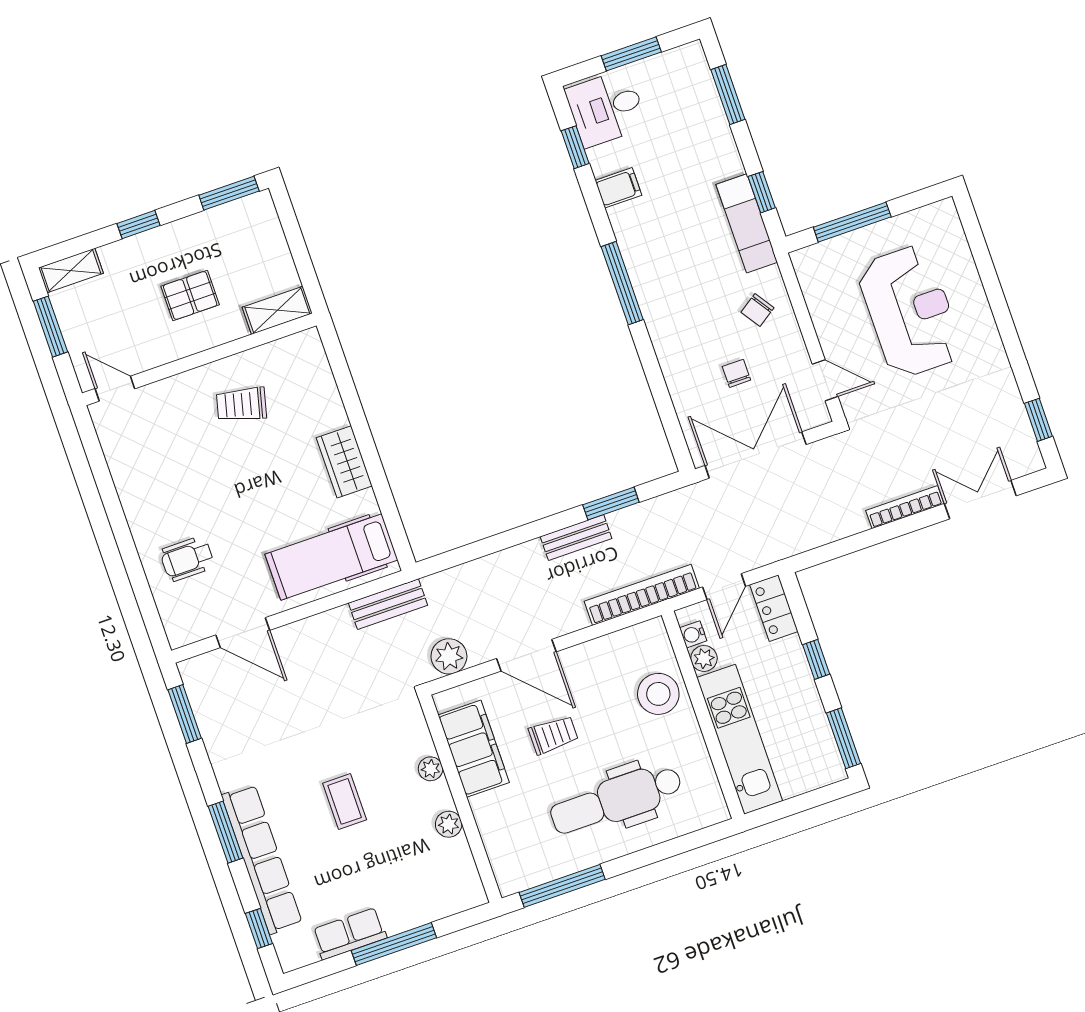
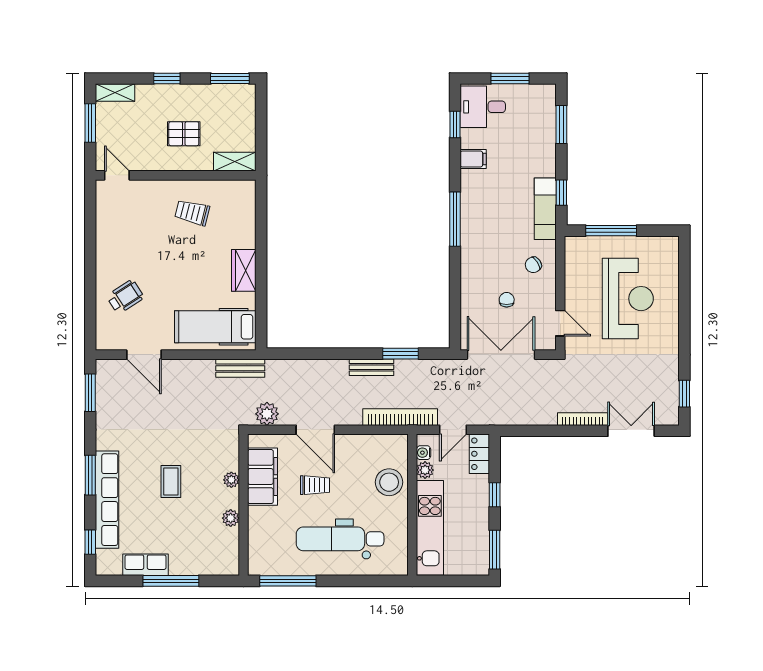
wheelchair: (187, 559) -> (125, 297), turned 147

